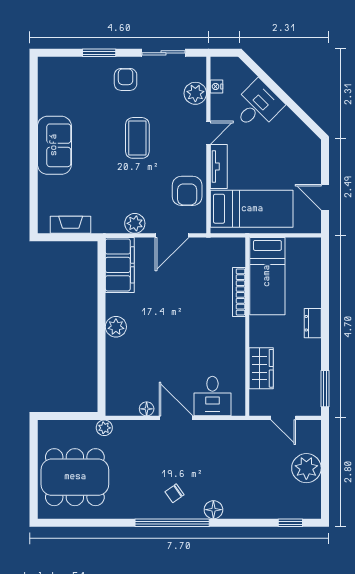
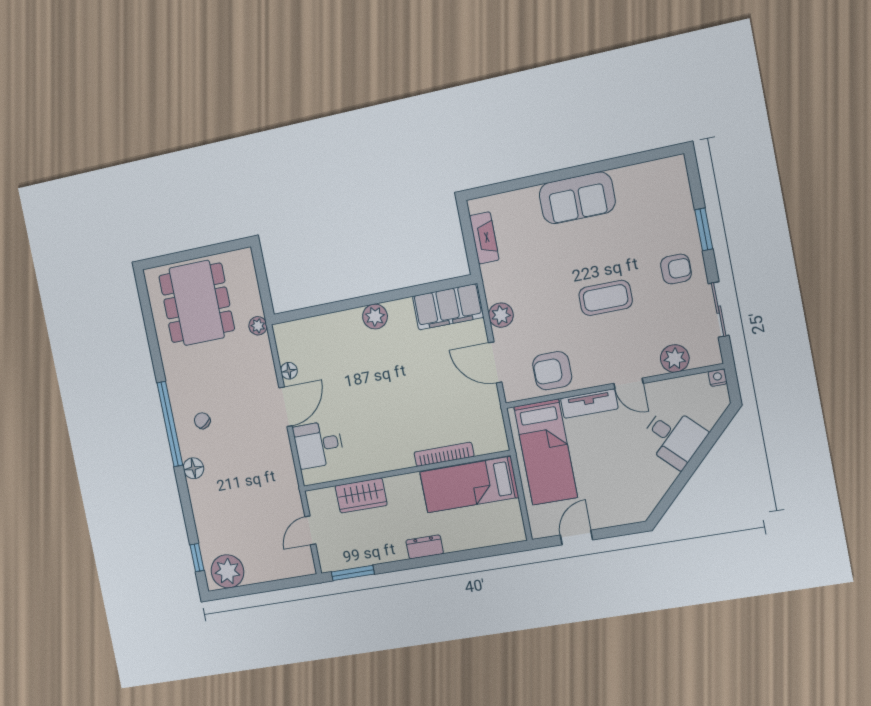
nightstand: (217, 86) -> (718, 378), moved
plant: (306, 468) -> (227, 571), moved

